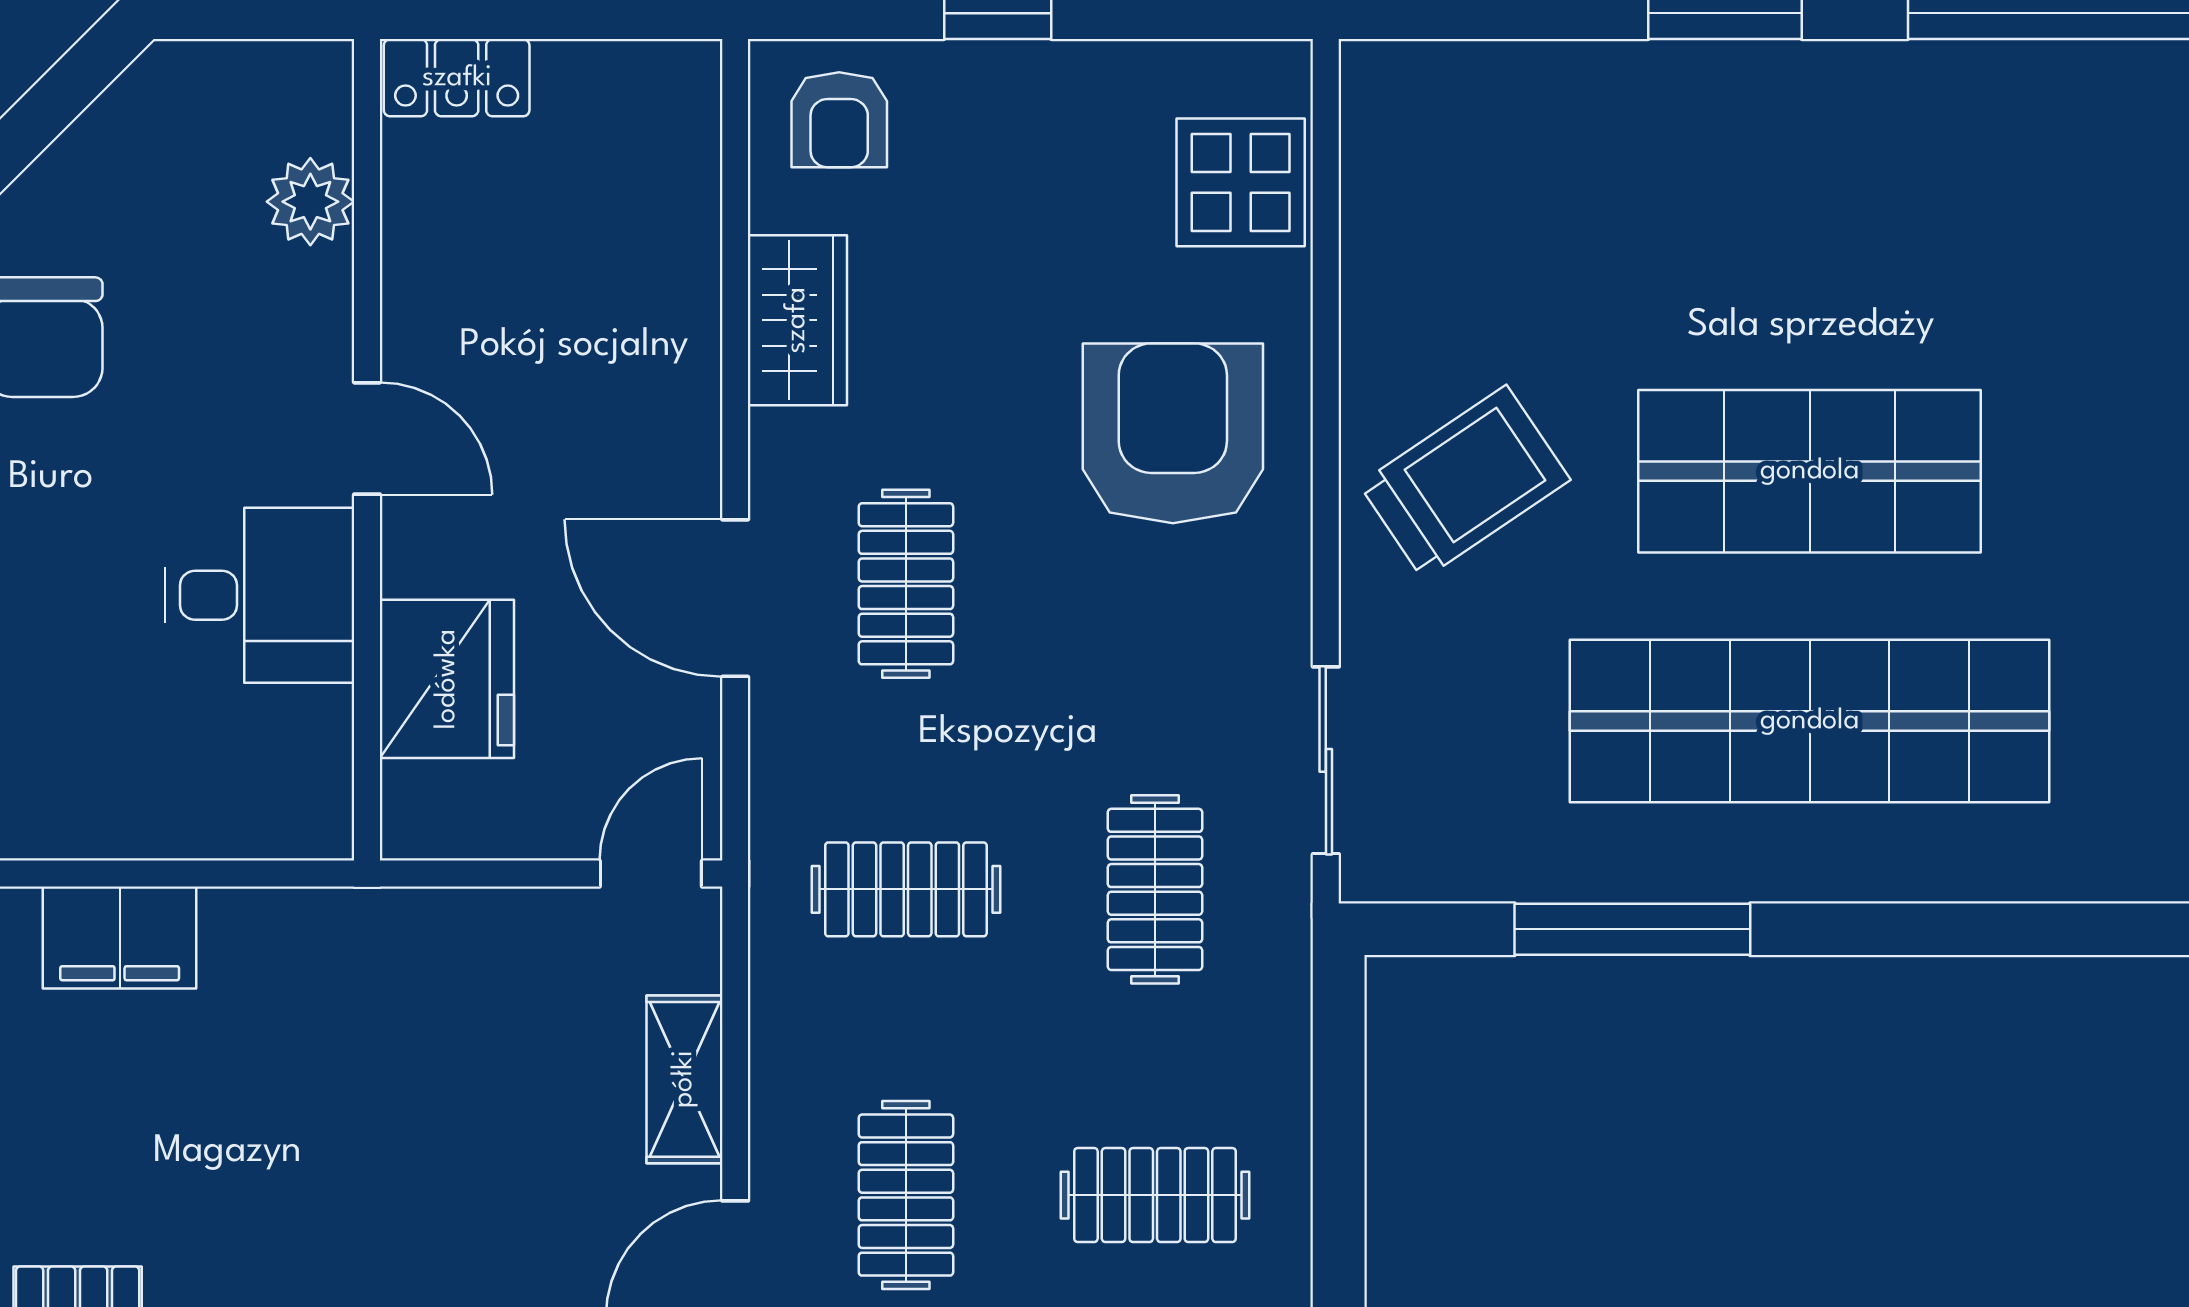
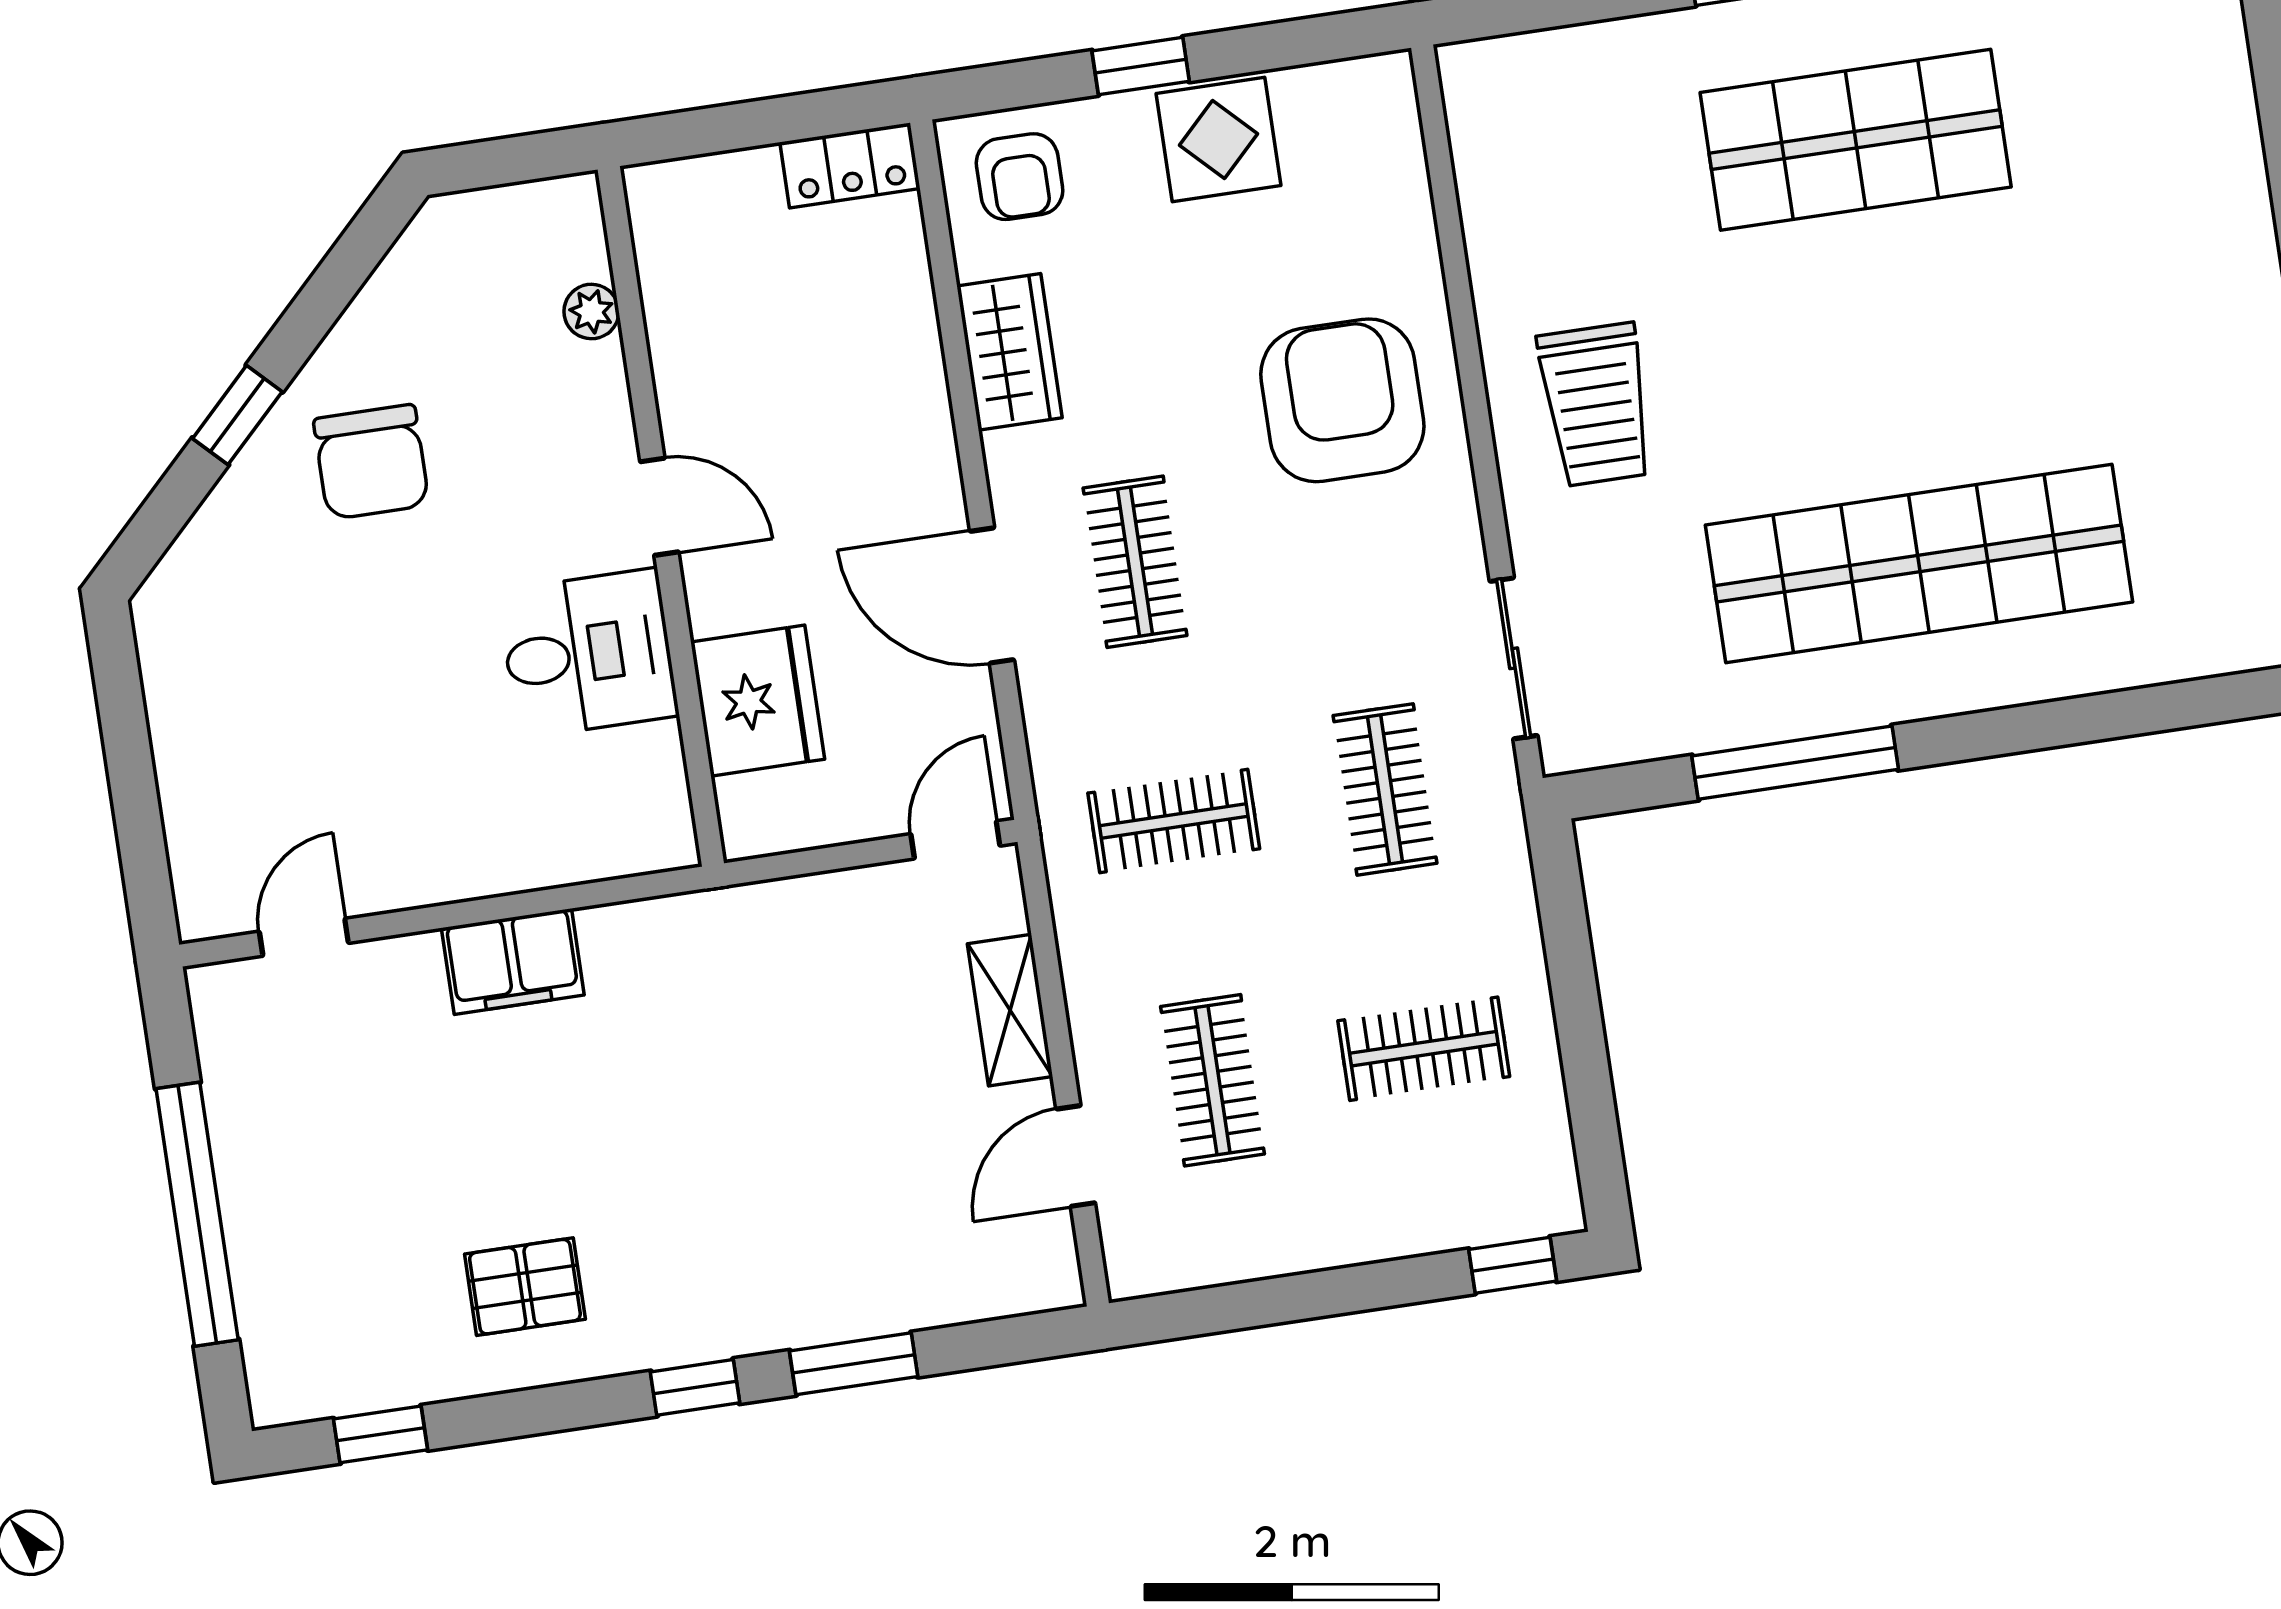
locker: (457, 78) -> (850, 165), moved
display table: (1241, 182) -> (1218, 140), moved
plant: (310, 202) -> (591, 312), width x0.73, depth x0.73
shop shelf: (1810, 471) -> (1856, 140), moved
trolley: (1465, 482) -> (1596, 405), turned 124

